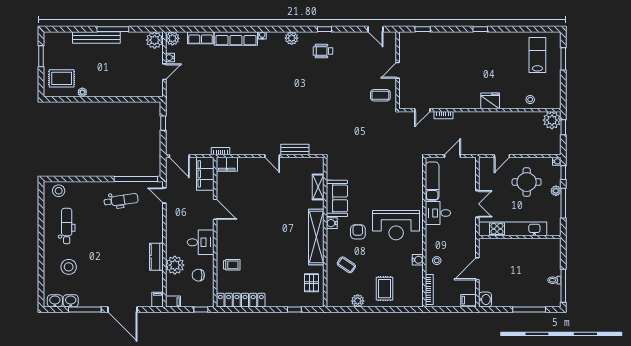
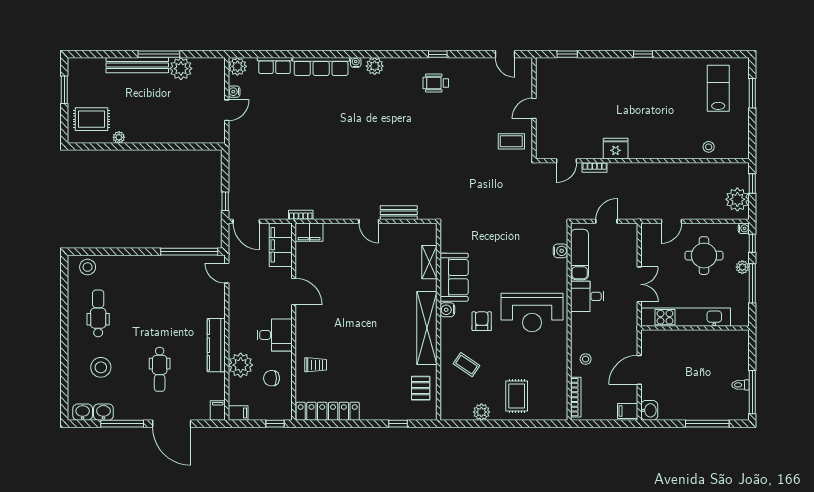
plant: (292, 38) -> (375, 66), moved
plant: (155, 40) -> (181, 69), moved
fridge: (490, 101) -> (616, 149), moved
plant: (552, 120) -> (737, 199), moved
window: (163, 123) -> (225, 201), moved
dental chair: (121, 200) -> (160, 369), moved, turned 98
kitchen counter: (156, 257) -> (216, 345), width x1.50
water cooler: (418, 260) -> (561, 251), moved

